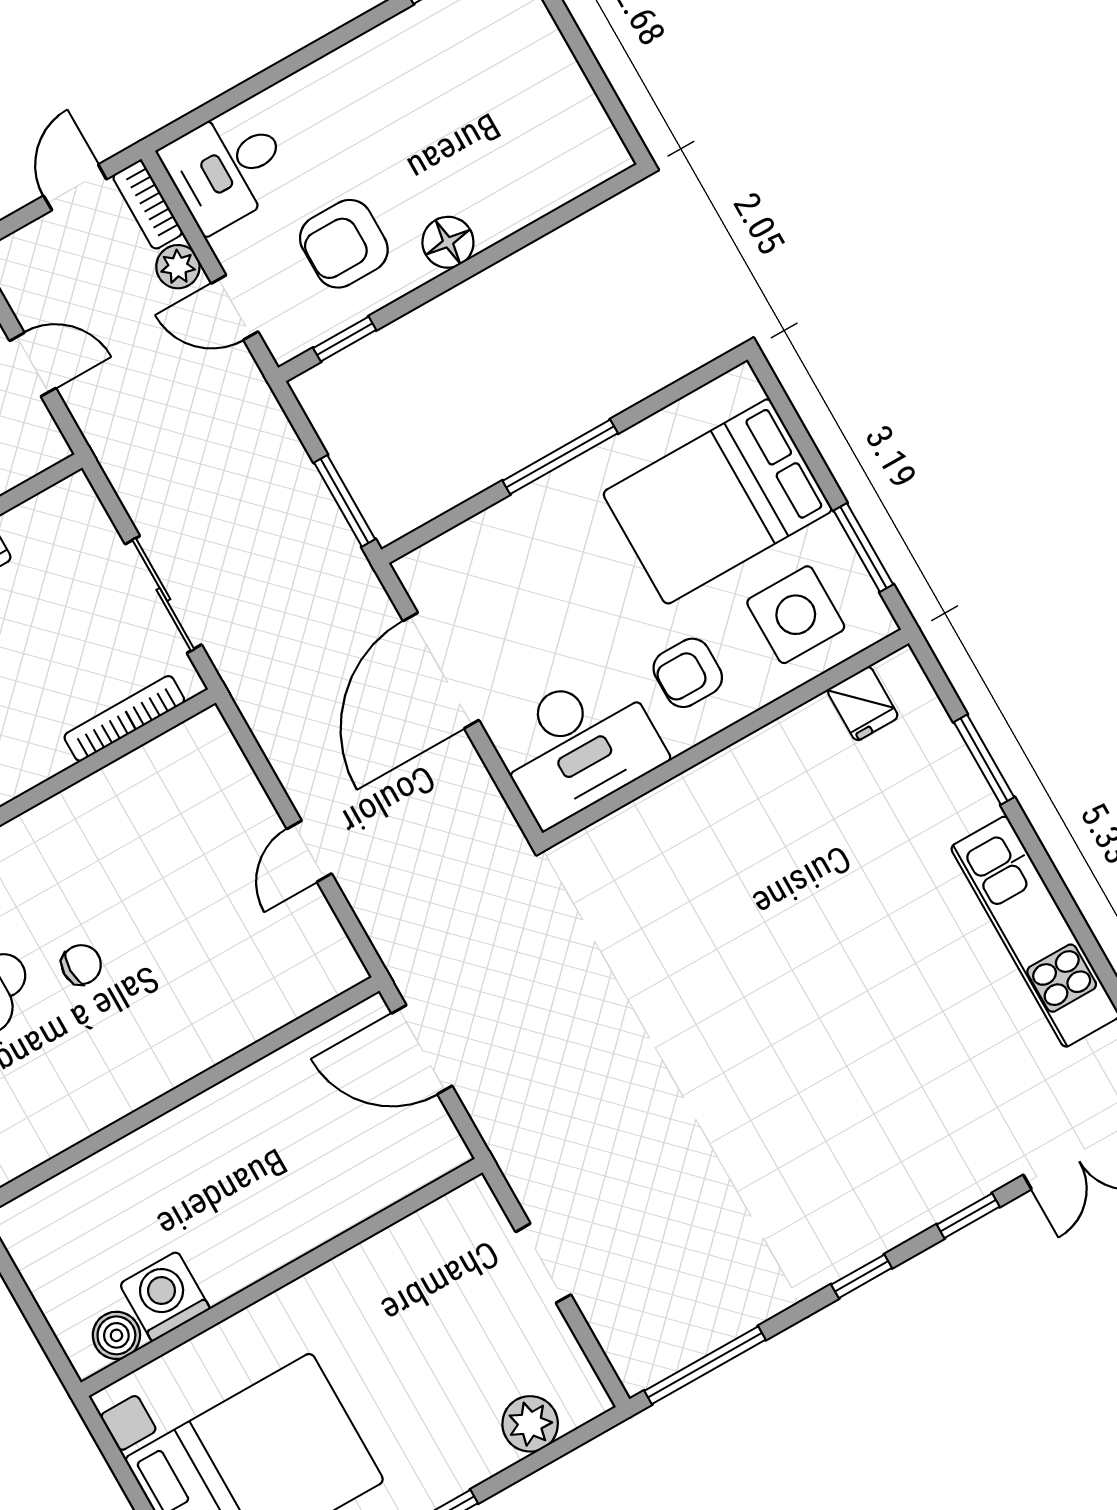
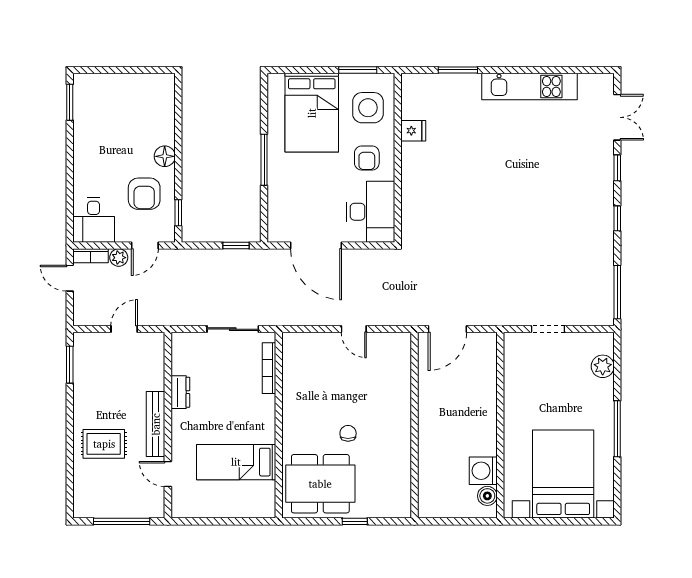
window: (345, 501) -> (236, 246), width x0.67
fridge: (863, 704) -> (413, 131), moved

